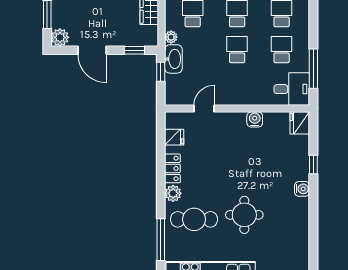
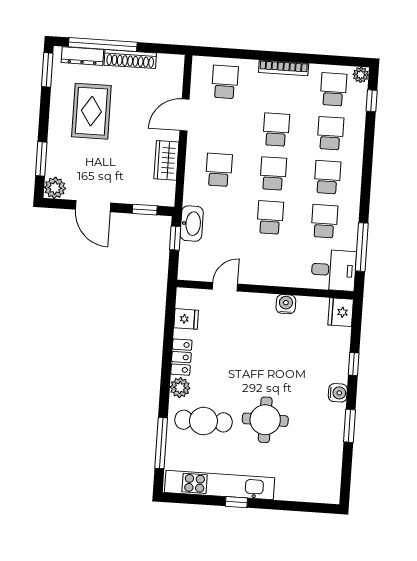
plant: (171, 37) -> (191, 197), removed
window: (313, 215) -> (349, 426), added

